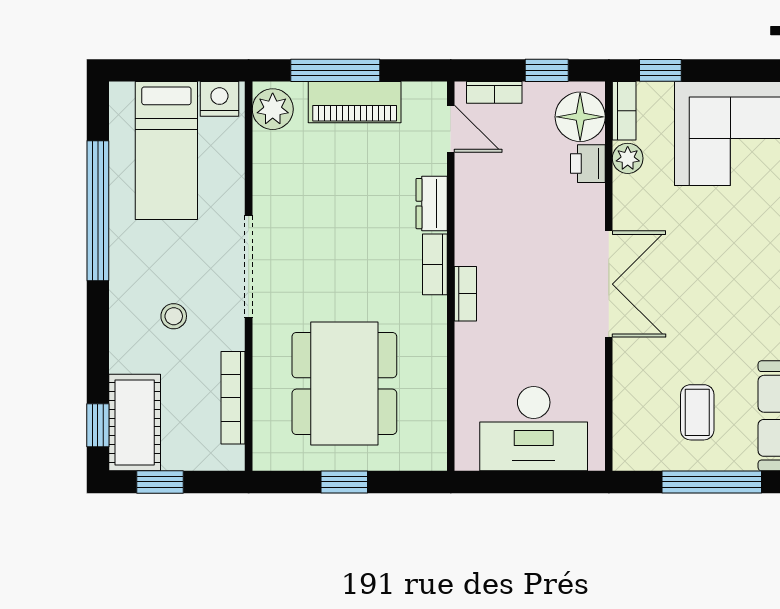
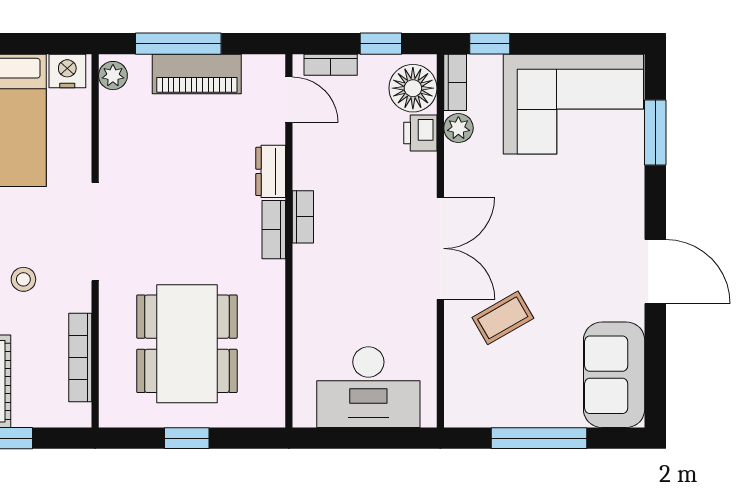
plant: (273, 109) -> (113, 76), width x0.73, depth x0.73
bookcase: (465, 294) -> (303, 217), moved
coffee table: (697, 412) -> (503, 318), moved, turned 60

